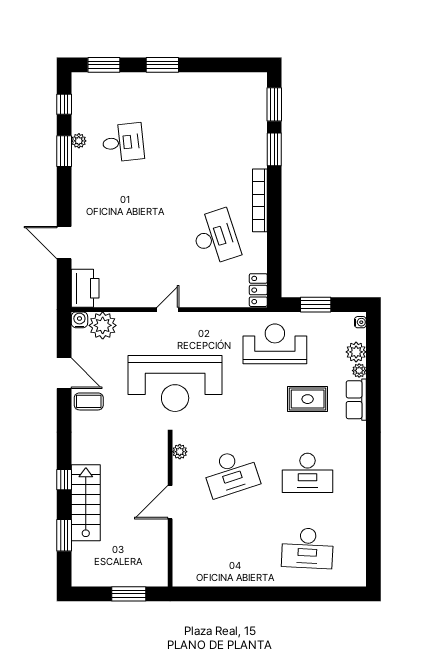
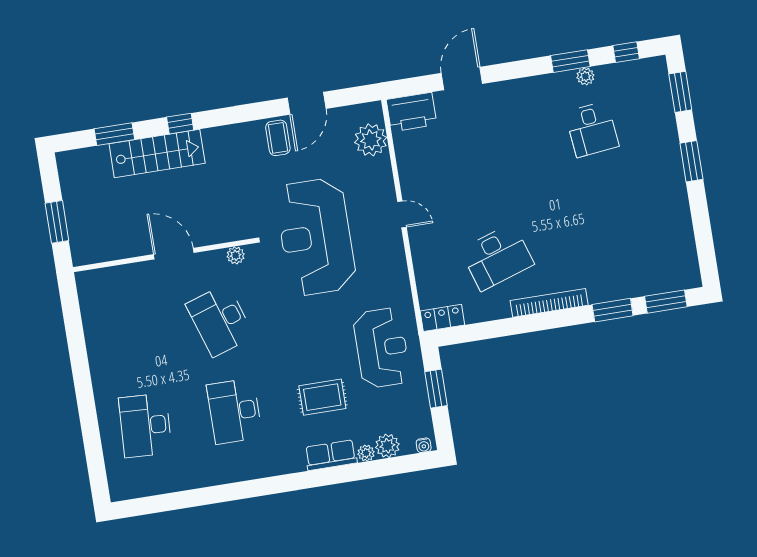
water cooler: (79, 320) -> (373, 111), removed
rug: (308, 399) -> (322, 397), turned 90

